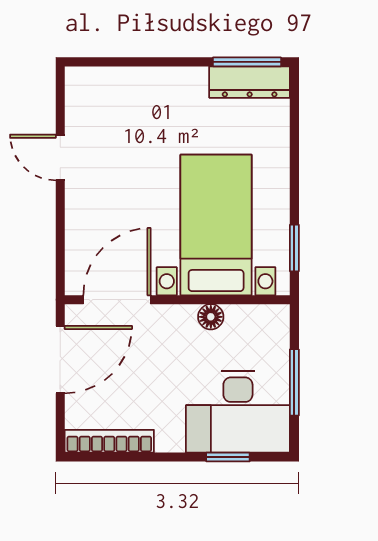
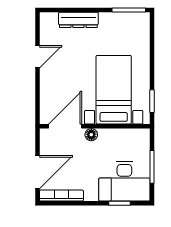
dresser: (250, 82) -> (78, 20), moved
door: (60, 157) -> (37, 57), swing flipped
floor lamp: (211, 317) -> (91, 135), moved
door: (60, 360) -> (37, 172), moved

